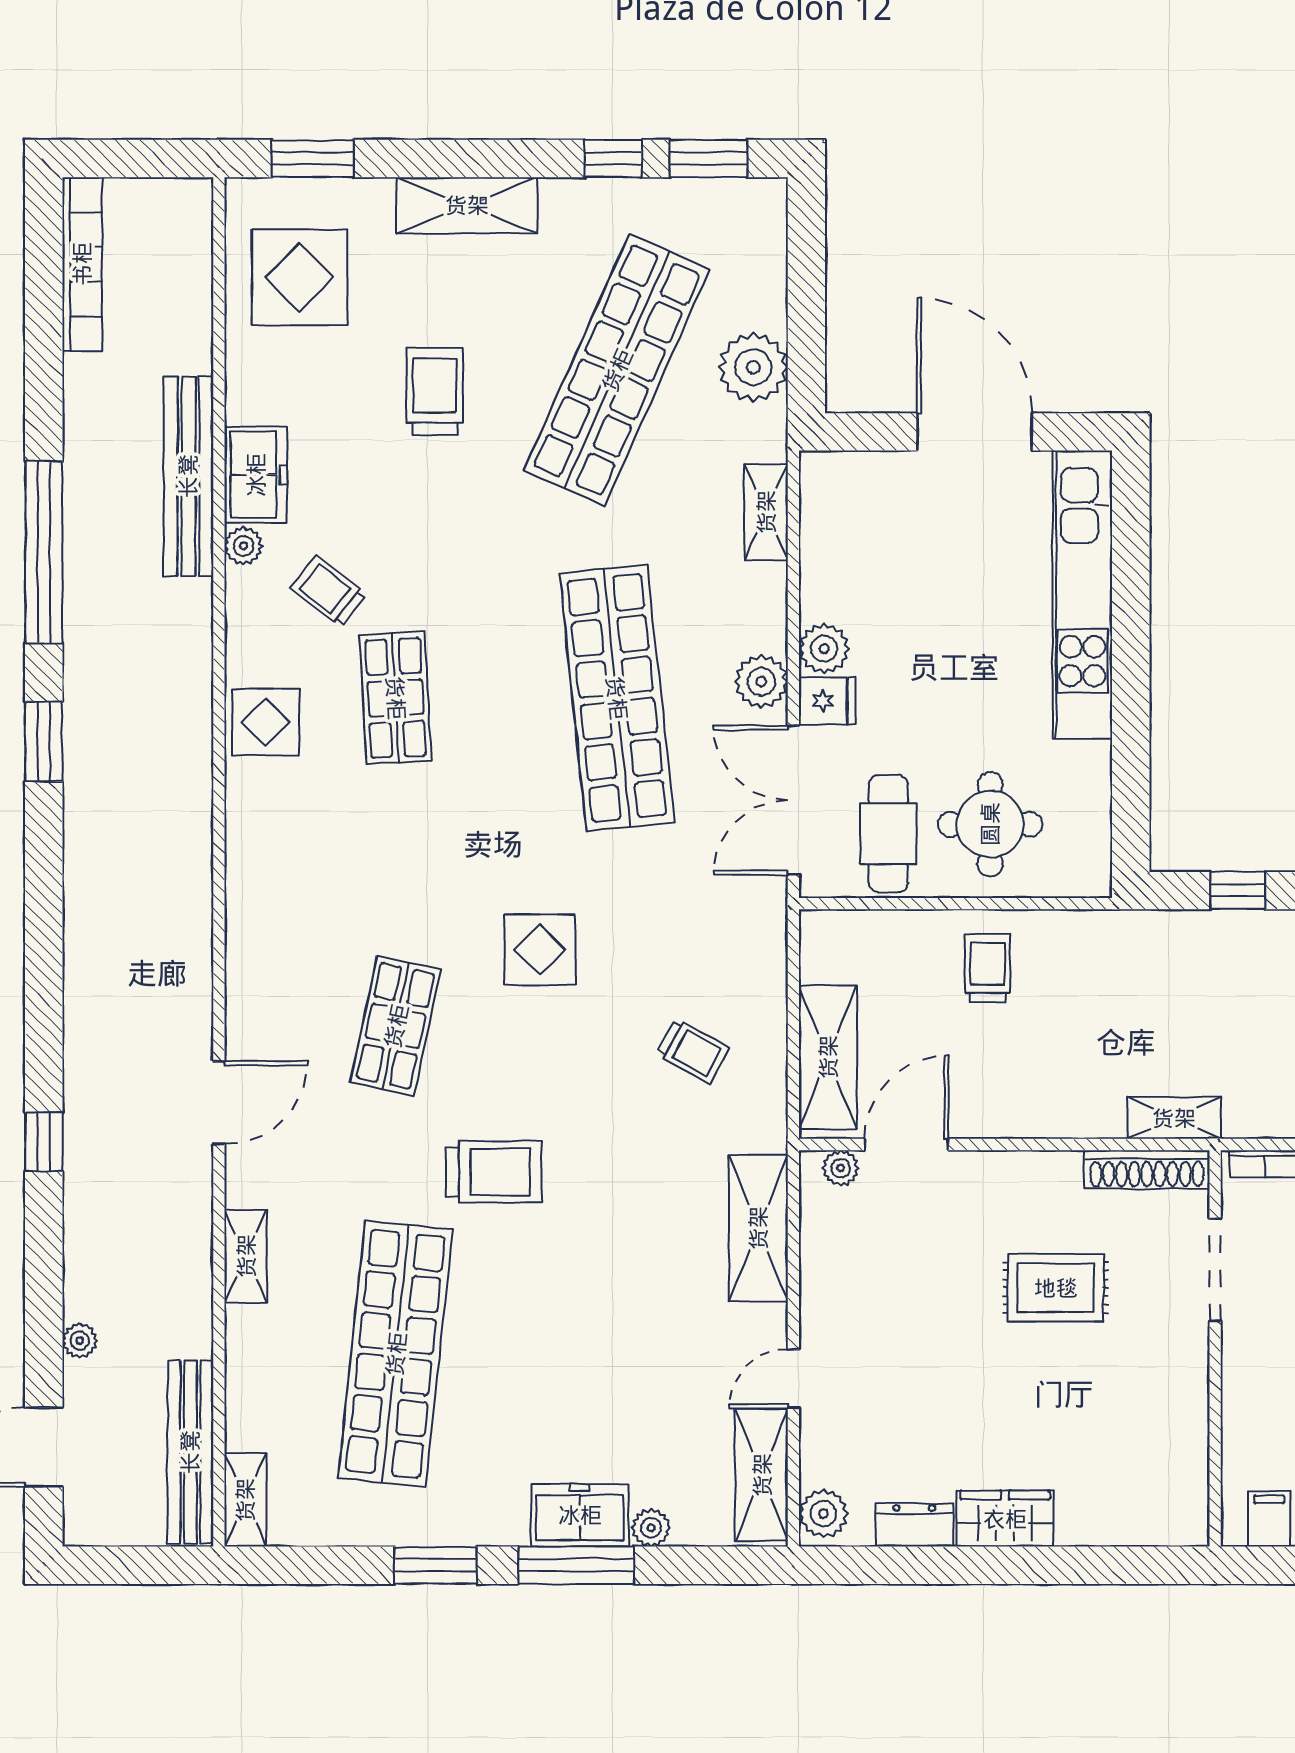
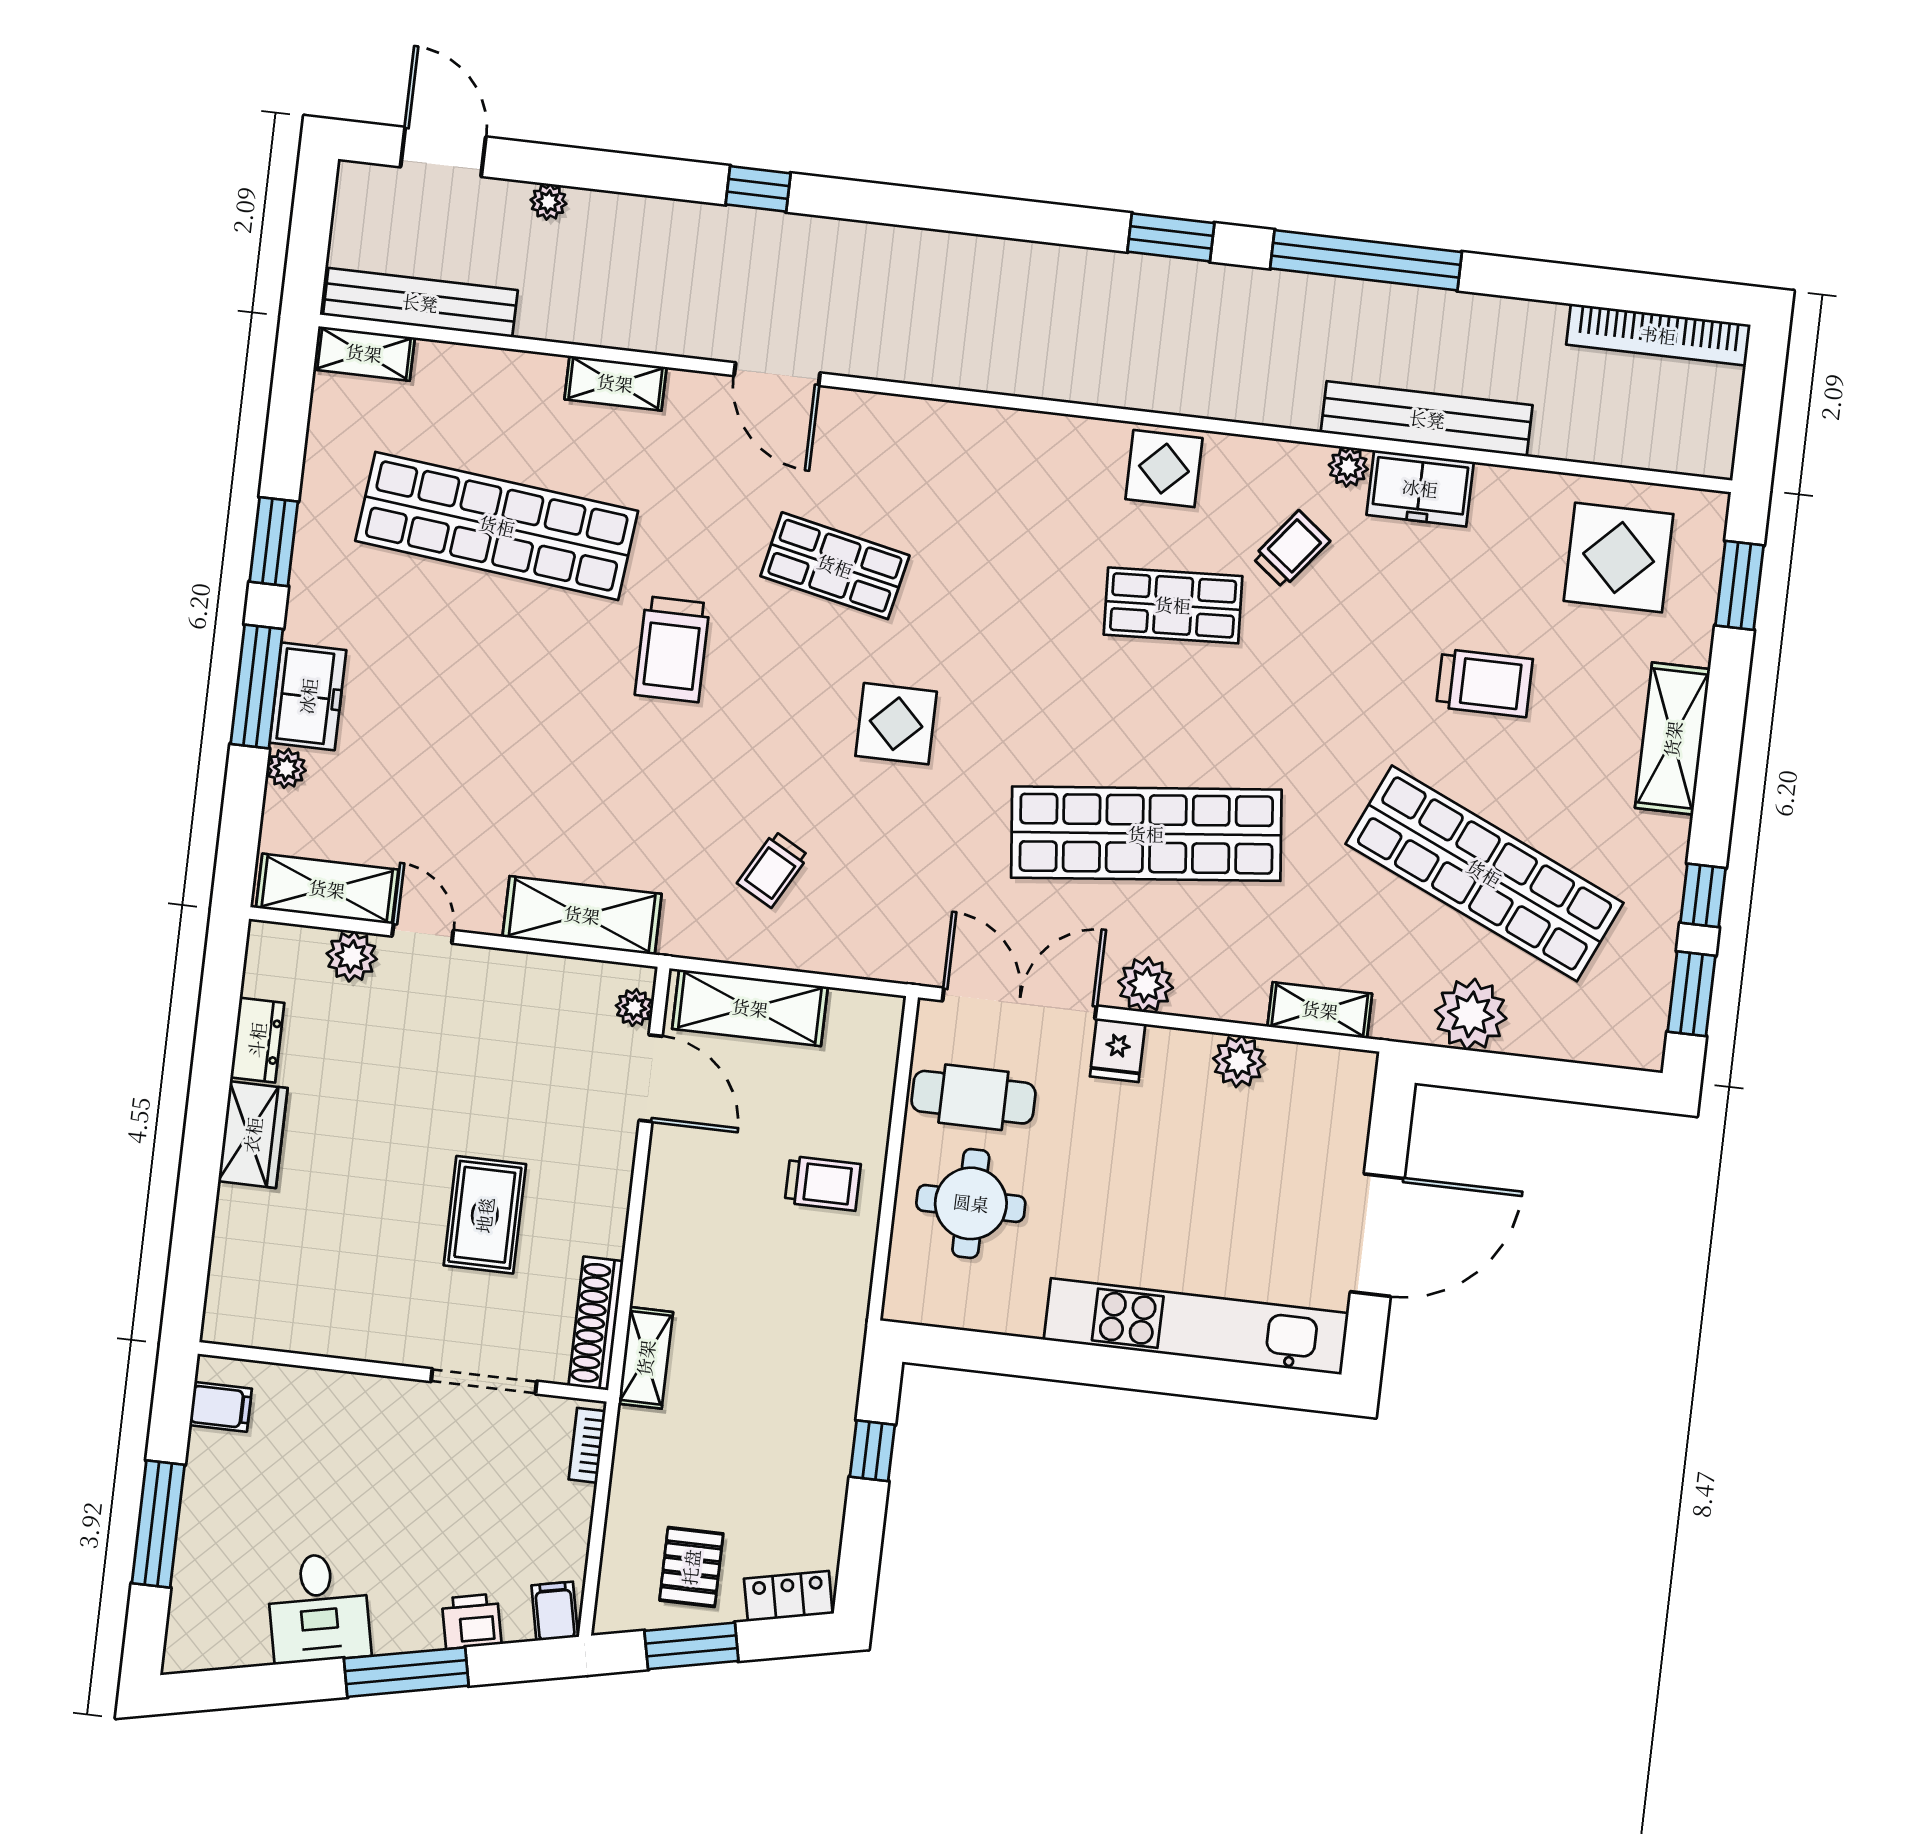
plant: (824, 649) -> (1239, 1061), moved
plant: (823, 1514) -> (352, 956), moved

